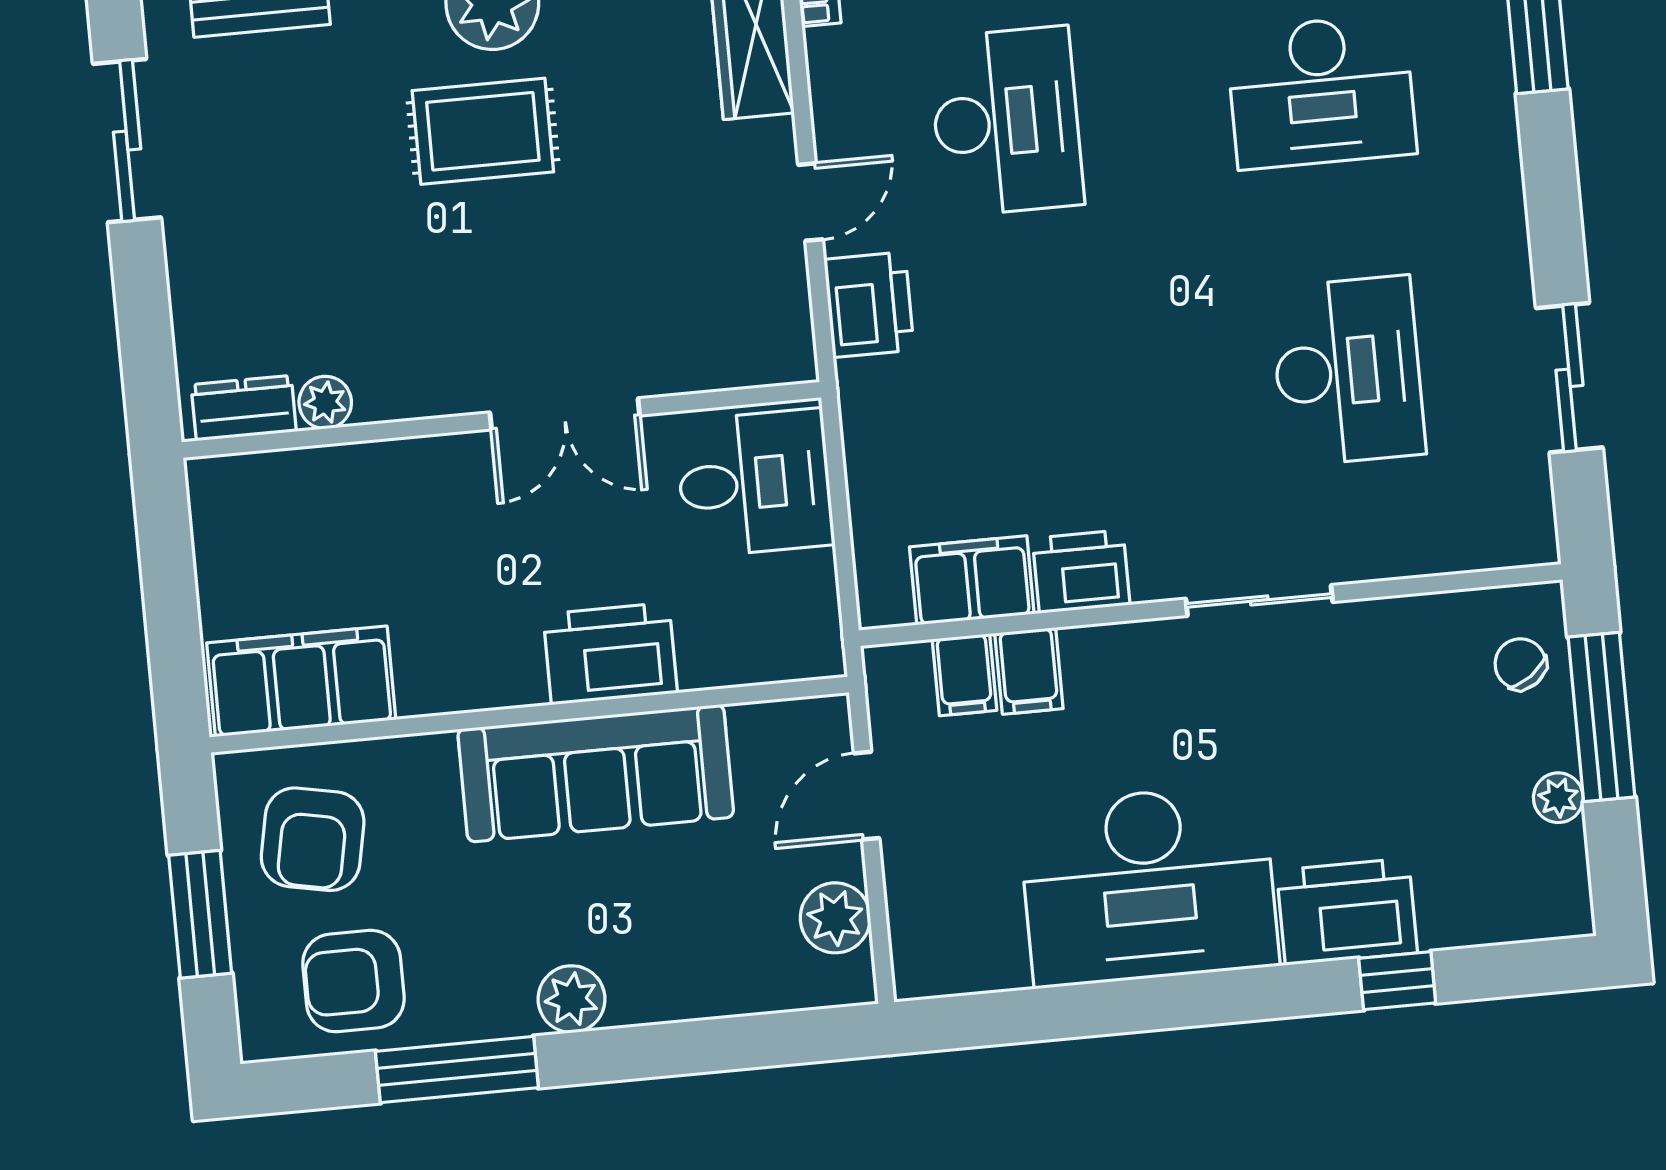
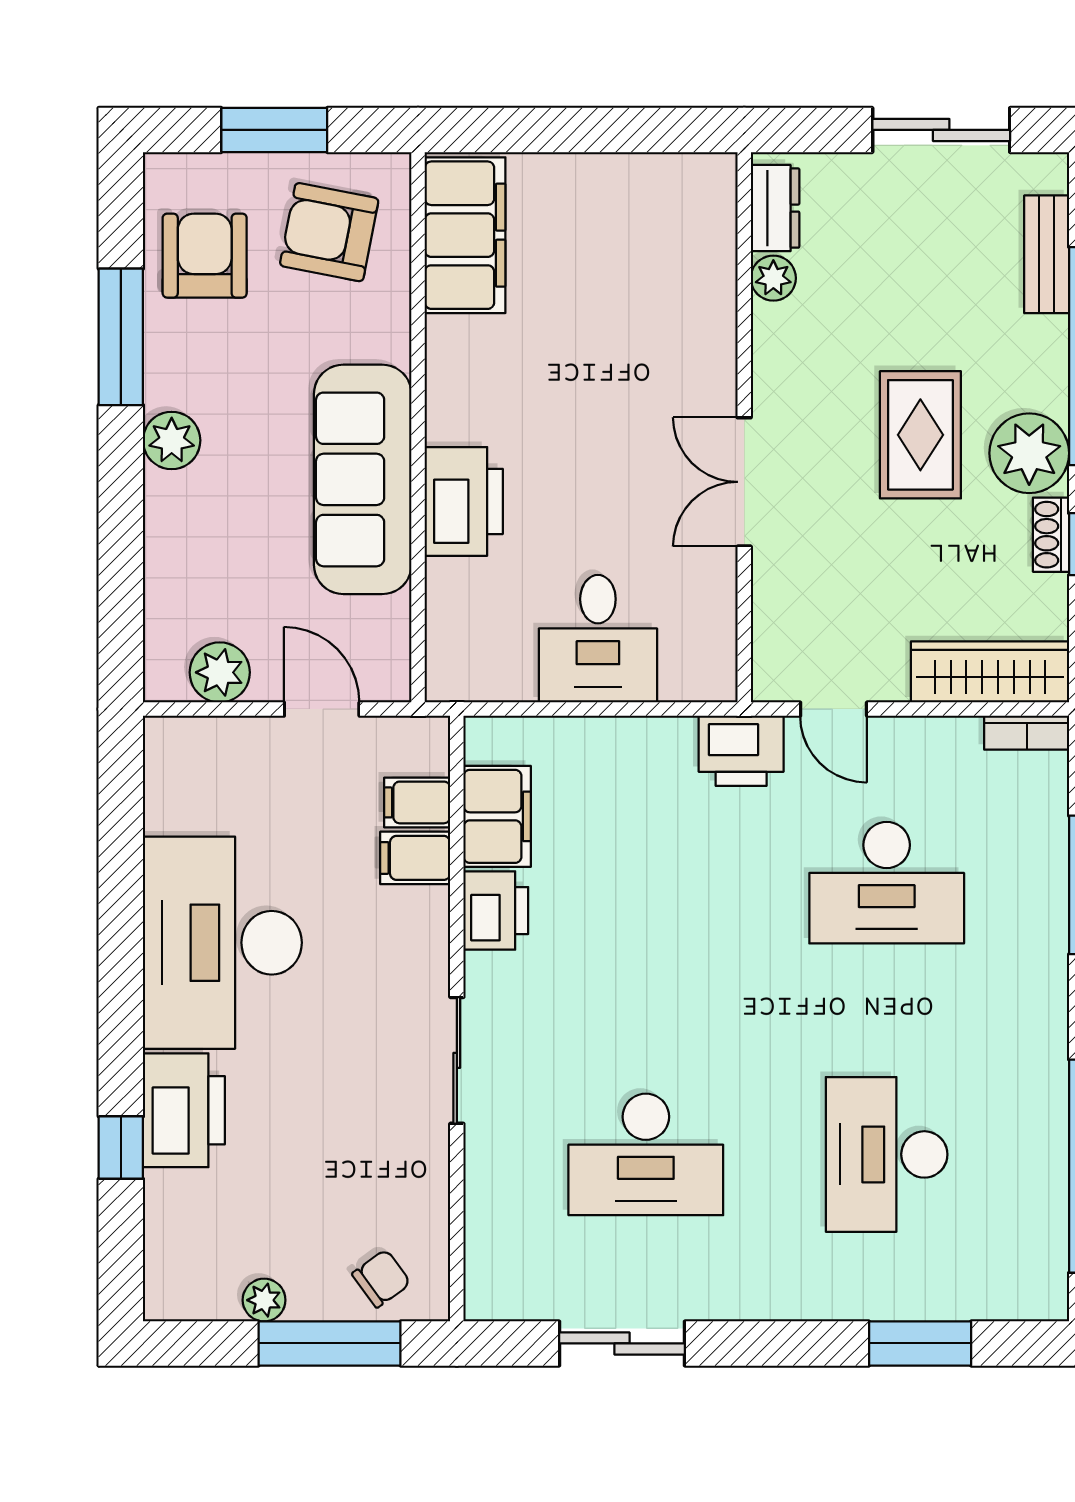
plant: (325, 402) -> (773, 278), moved
dresser: (244, 408) -> (775, 208), moved
double door: (565, 414) -> (744, 482), moved
wall: (501, 420) -> (744, 427), moved

